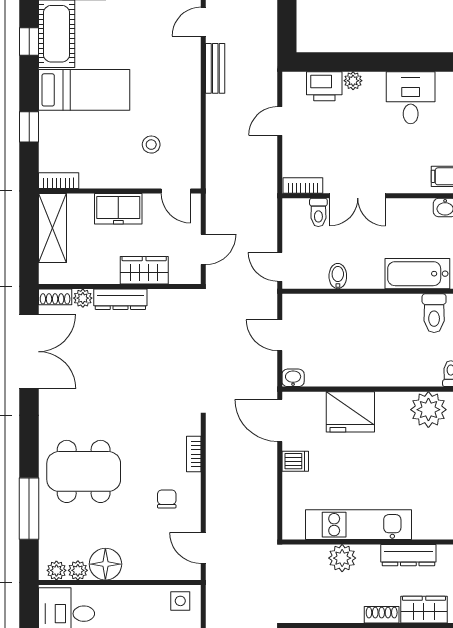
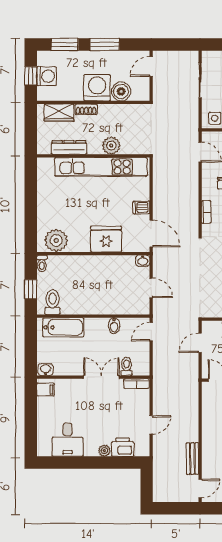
door: (280, 267) -> (151, 332), swing flipped
kitchen unit: (358, 525) -> (101, 167), width x1.36

